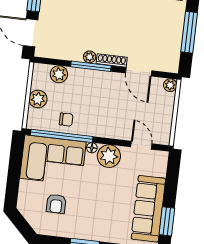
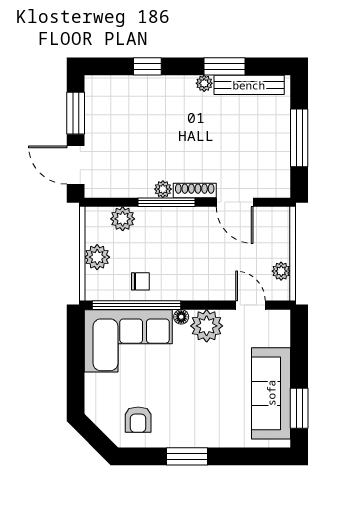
plant: (170, 85) -> (281, 271), moved
armchair: (56, 204) -> (138, 420), moved

